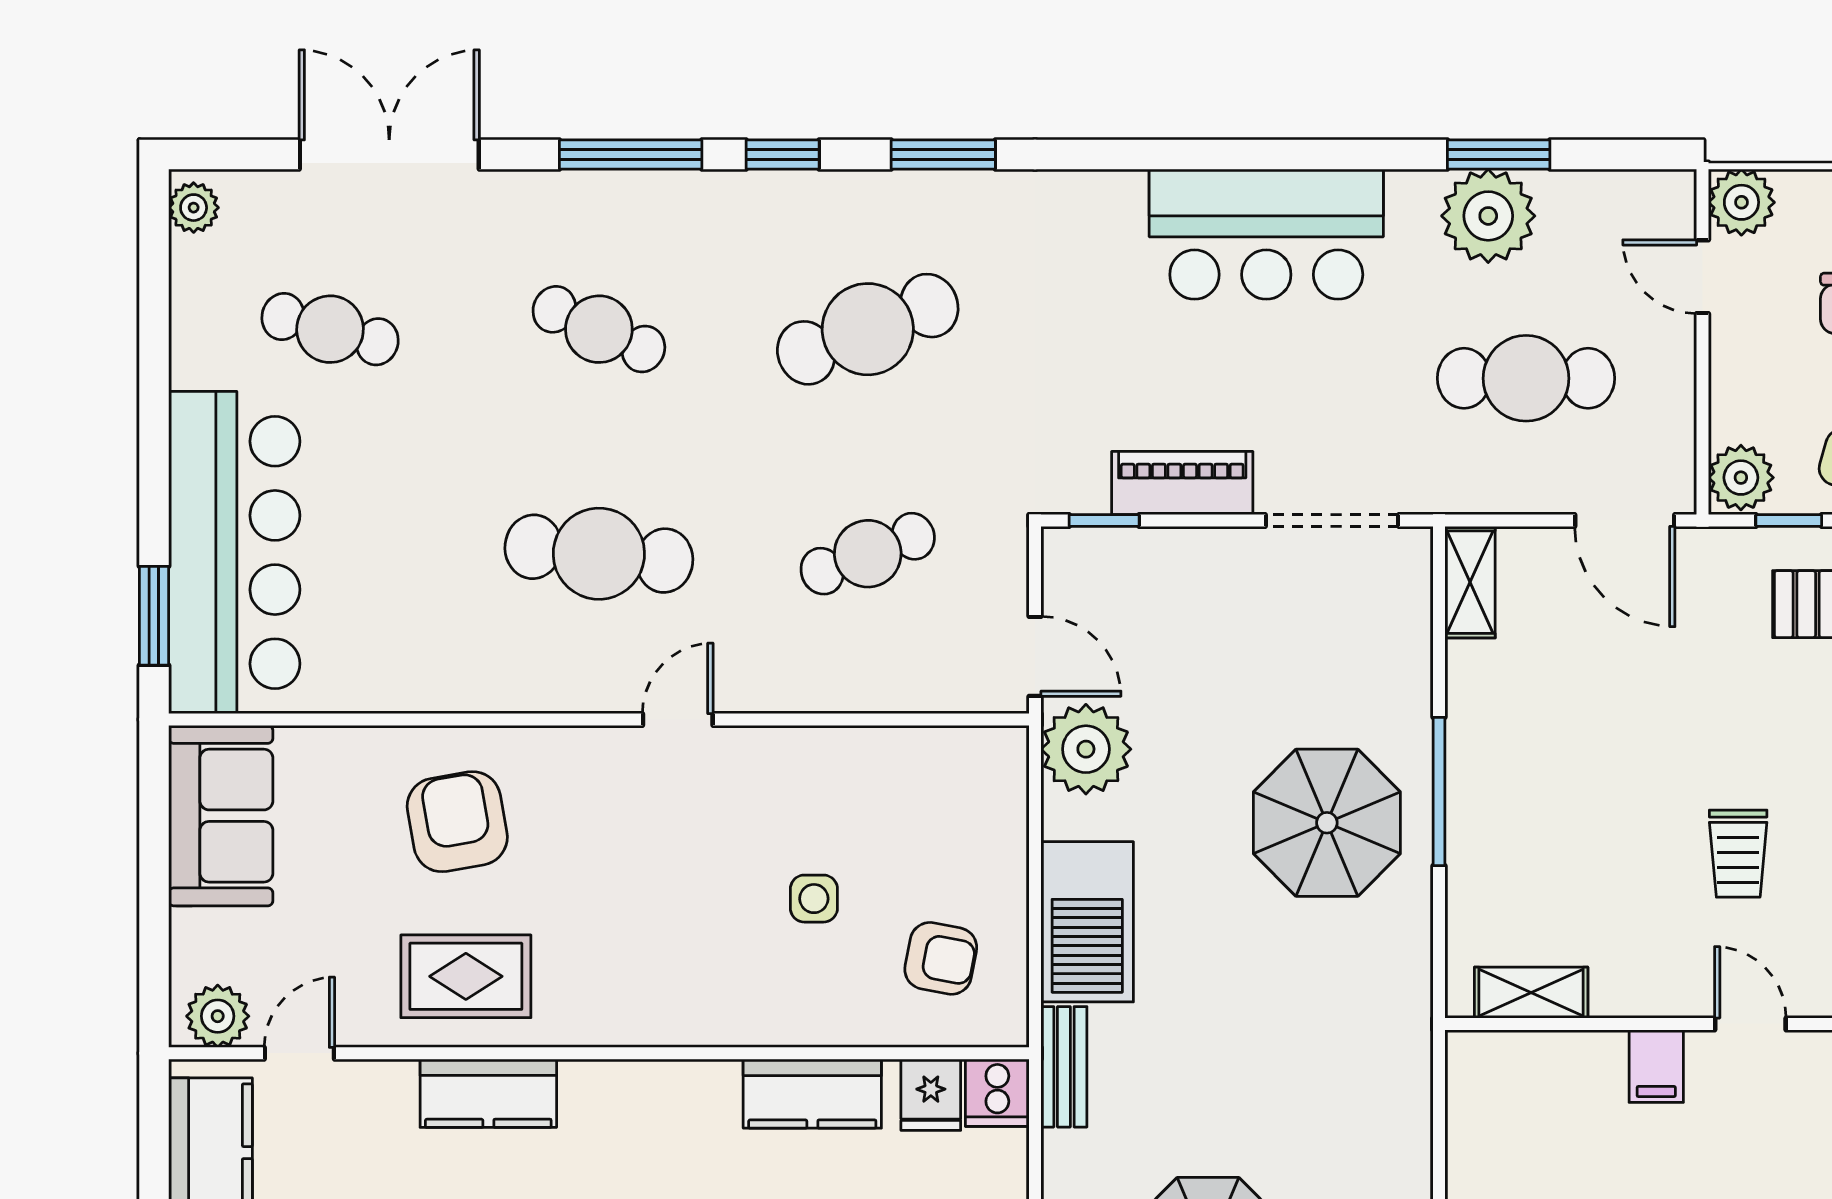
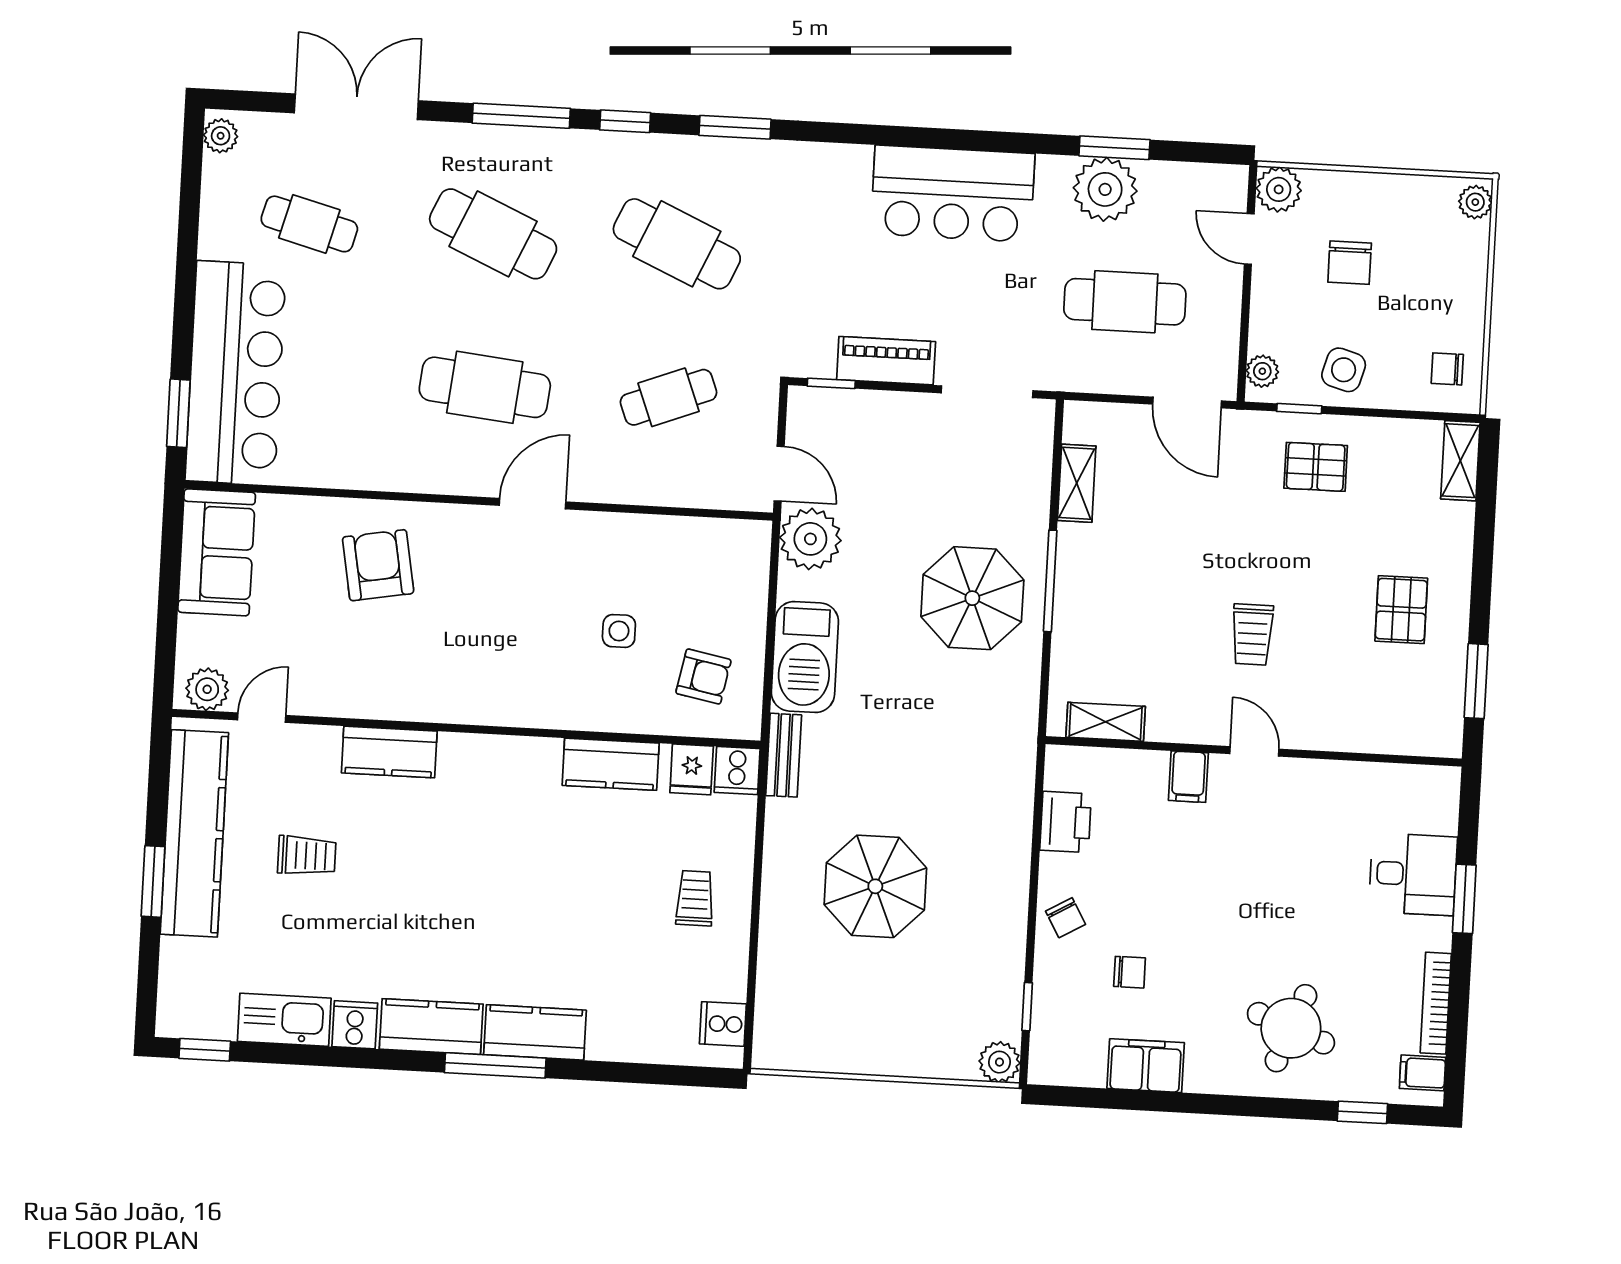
cafe table: (599, 329) -> (493, 234), width x1.37, depth x1.35
cafe table: (868, 329) -> (677, 244), turned 45
plant: (1741, 478) -> (1262, 371), width x0.73, depth x0.73
shelving: (1470, 582) -> (1077, 483), moved
door: (678, 720) -> (532, 504), width x1.38
rug: (466, 976) -> (378, 671), removed
printer: (1481, 1142) -> (1066, 822), added

